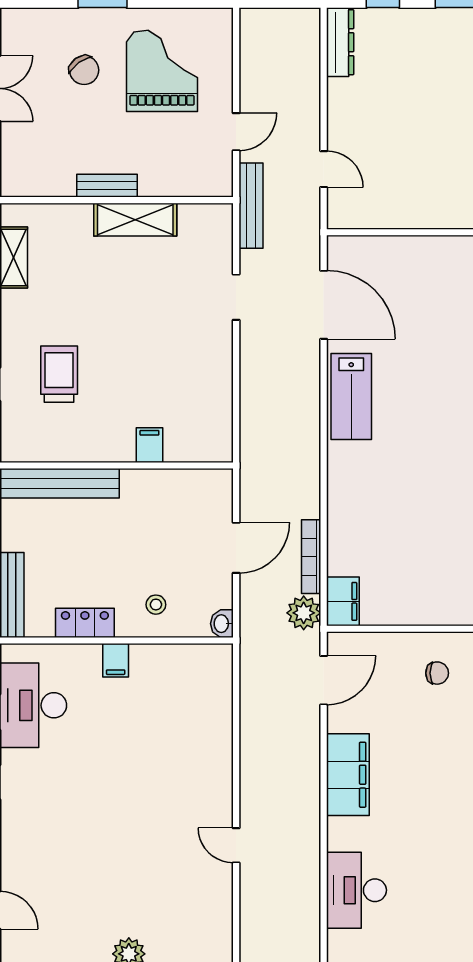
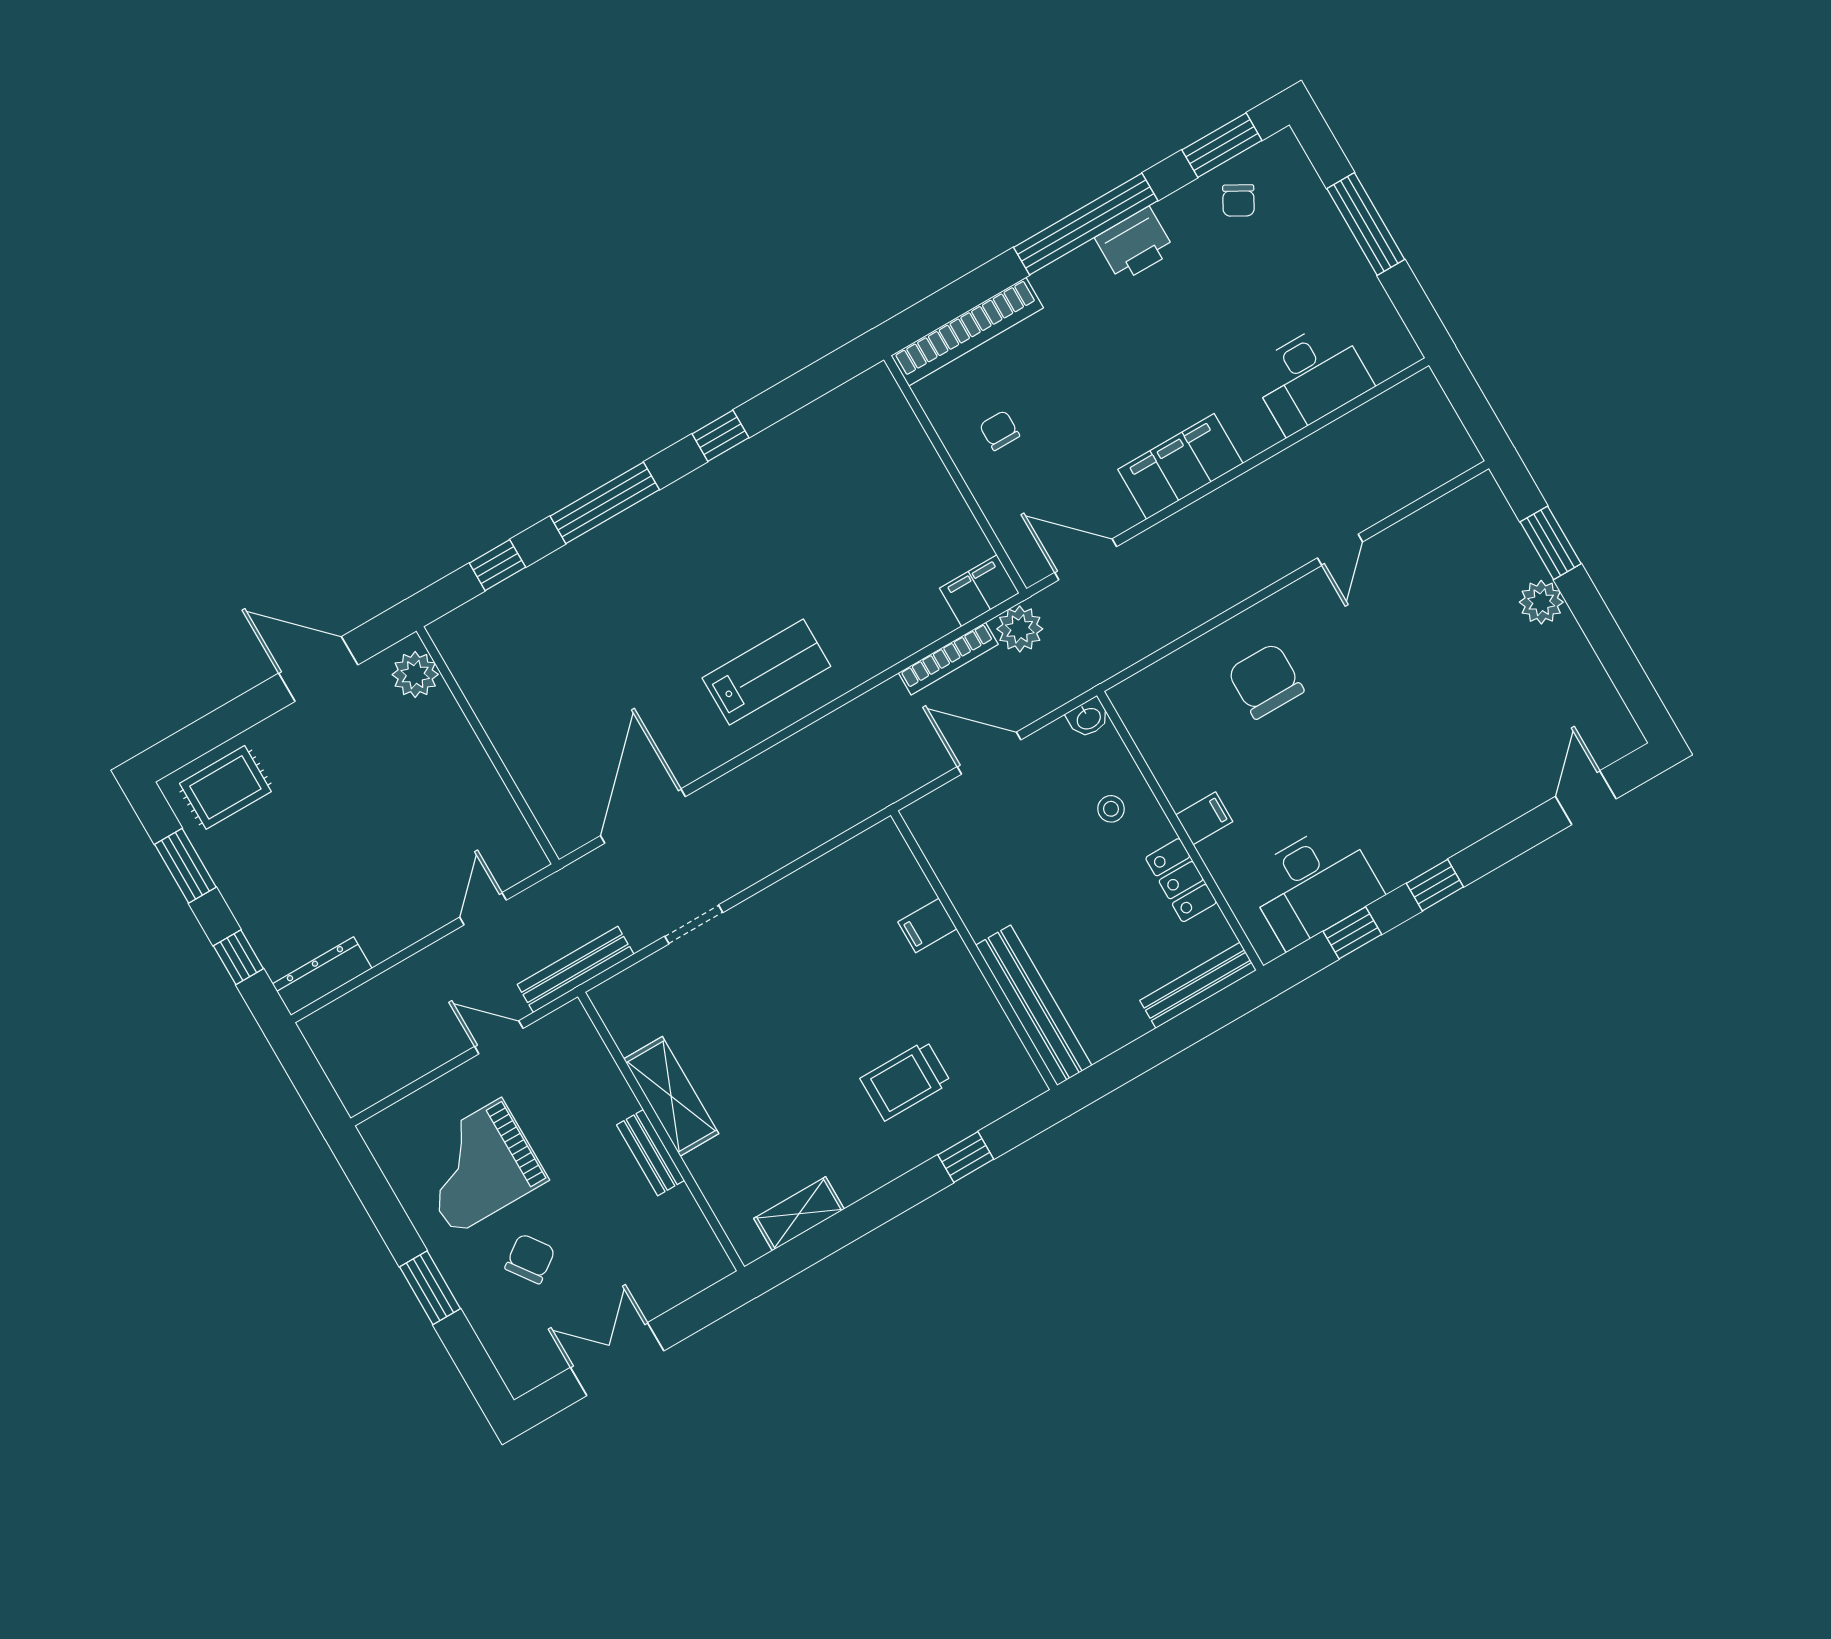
lab bench: (351, 397) -> (766, 672), moved
chair: (180, 750) -> (1266, 681), added

